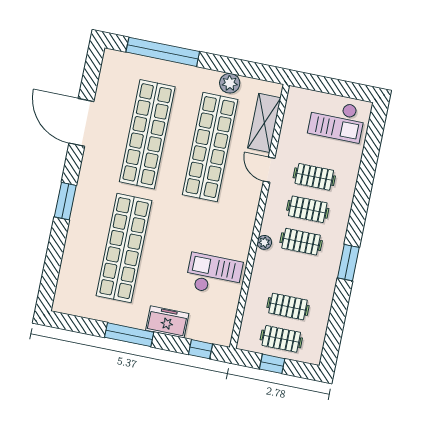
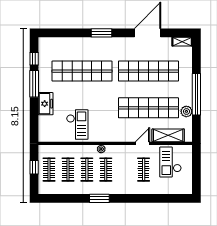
window: (163, 52) -> (196, 94), moved
shelving: (108, 66) -> (182, 42), added
checkout: (337, 120) -> (170, 162), moved
clothes rail: (308, 209) -> (87, 170), moved
window: (200, 349) -> (34, 59), moved

